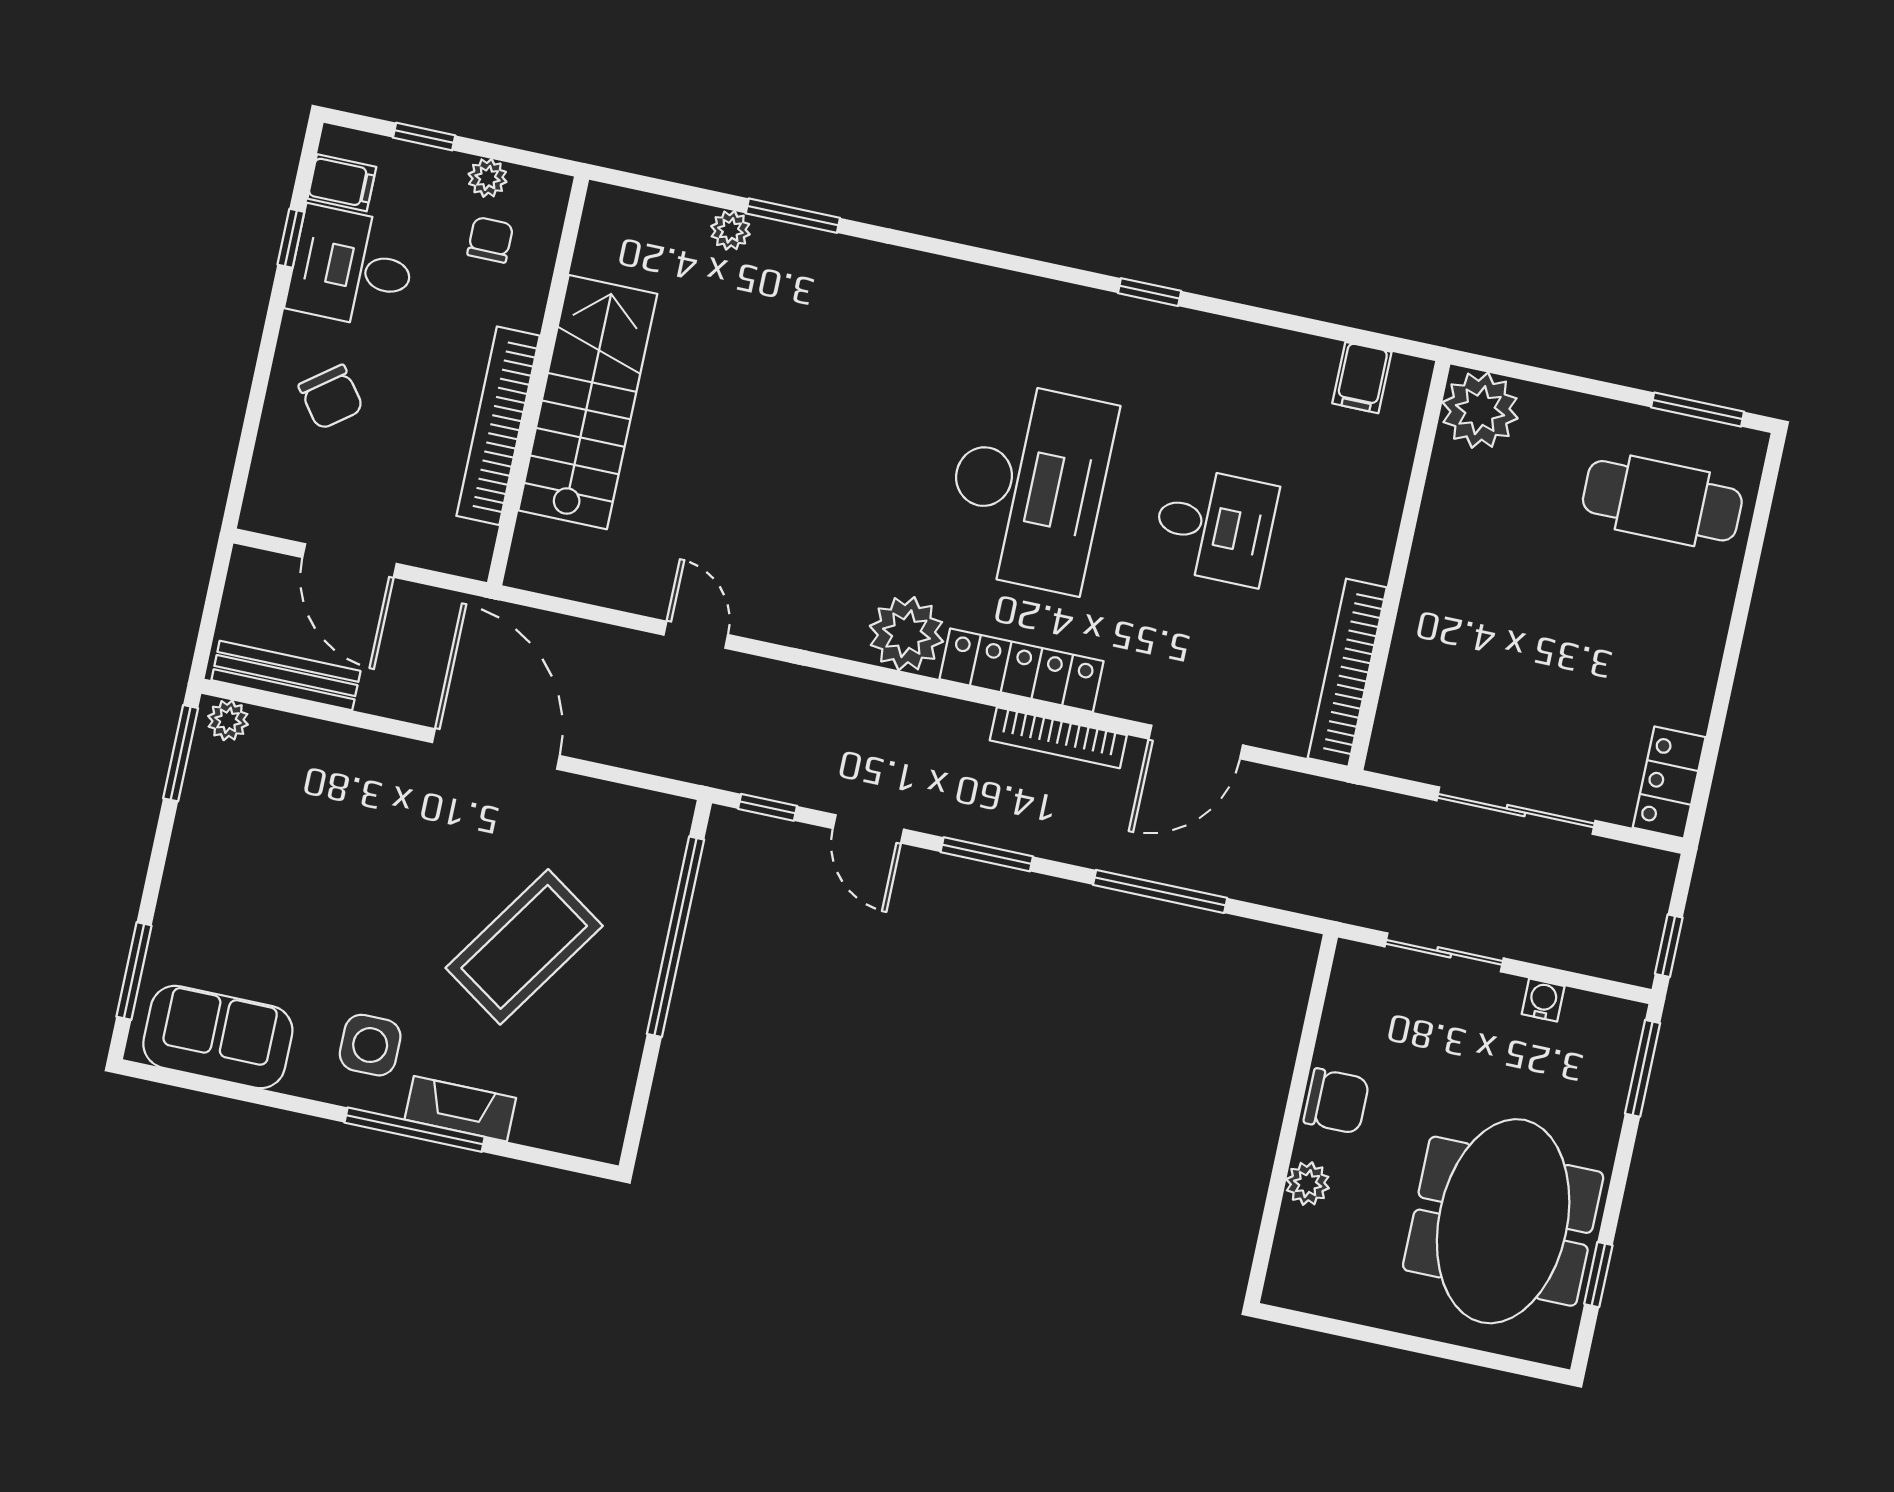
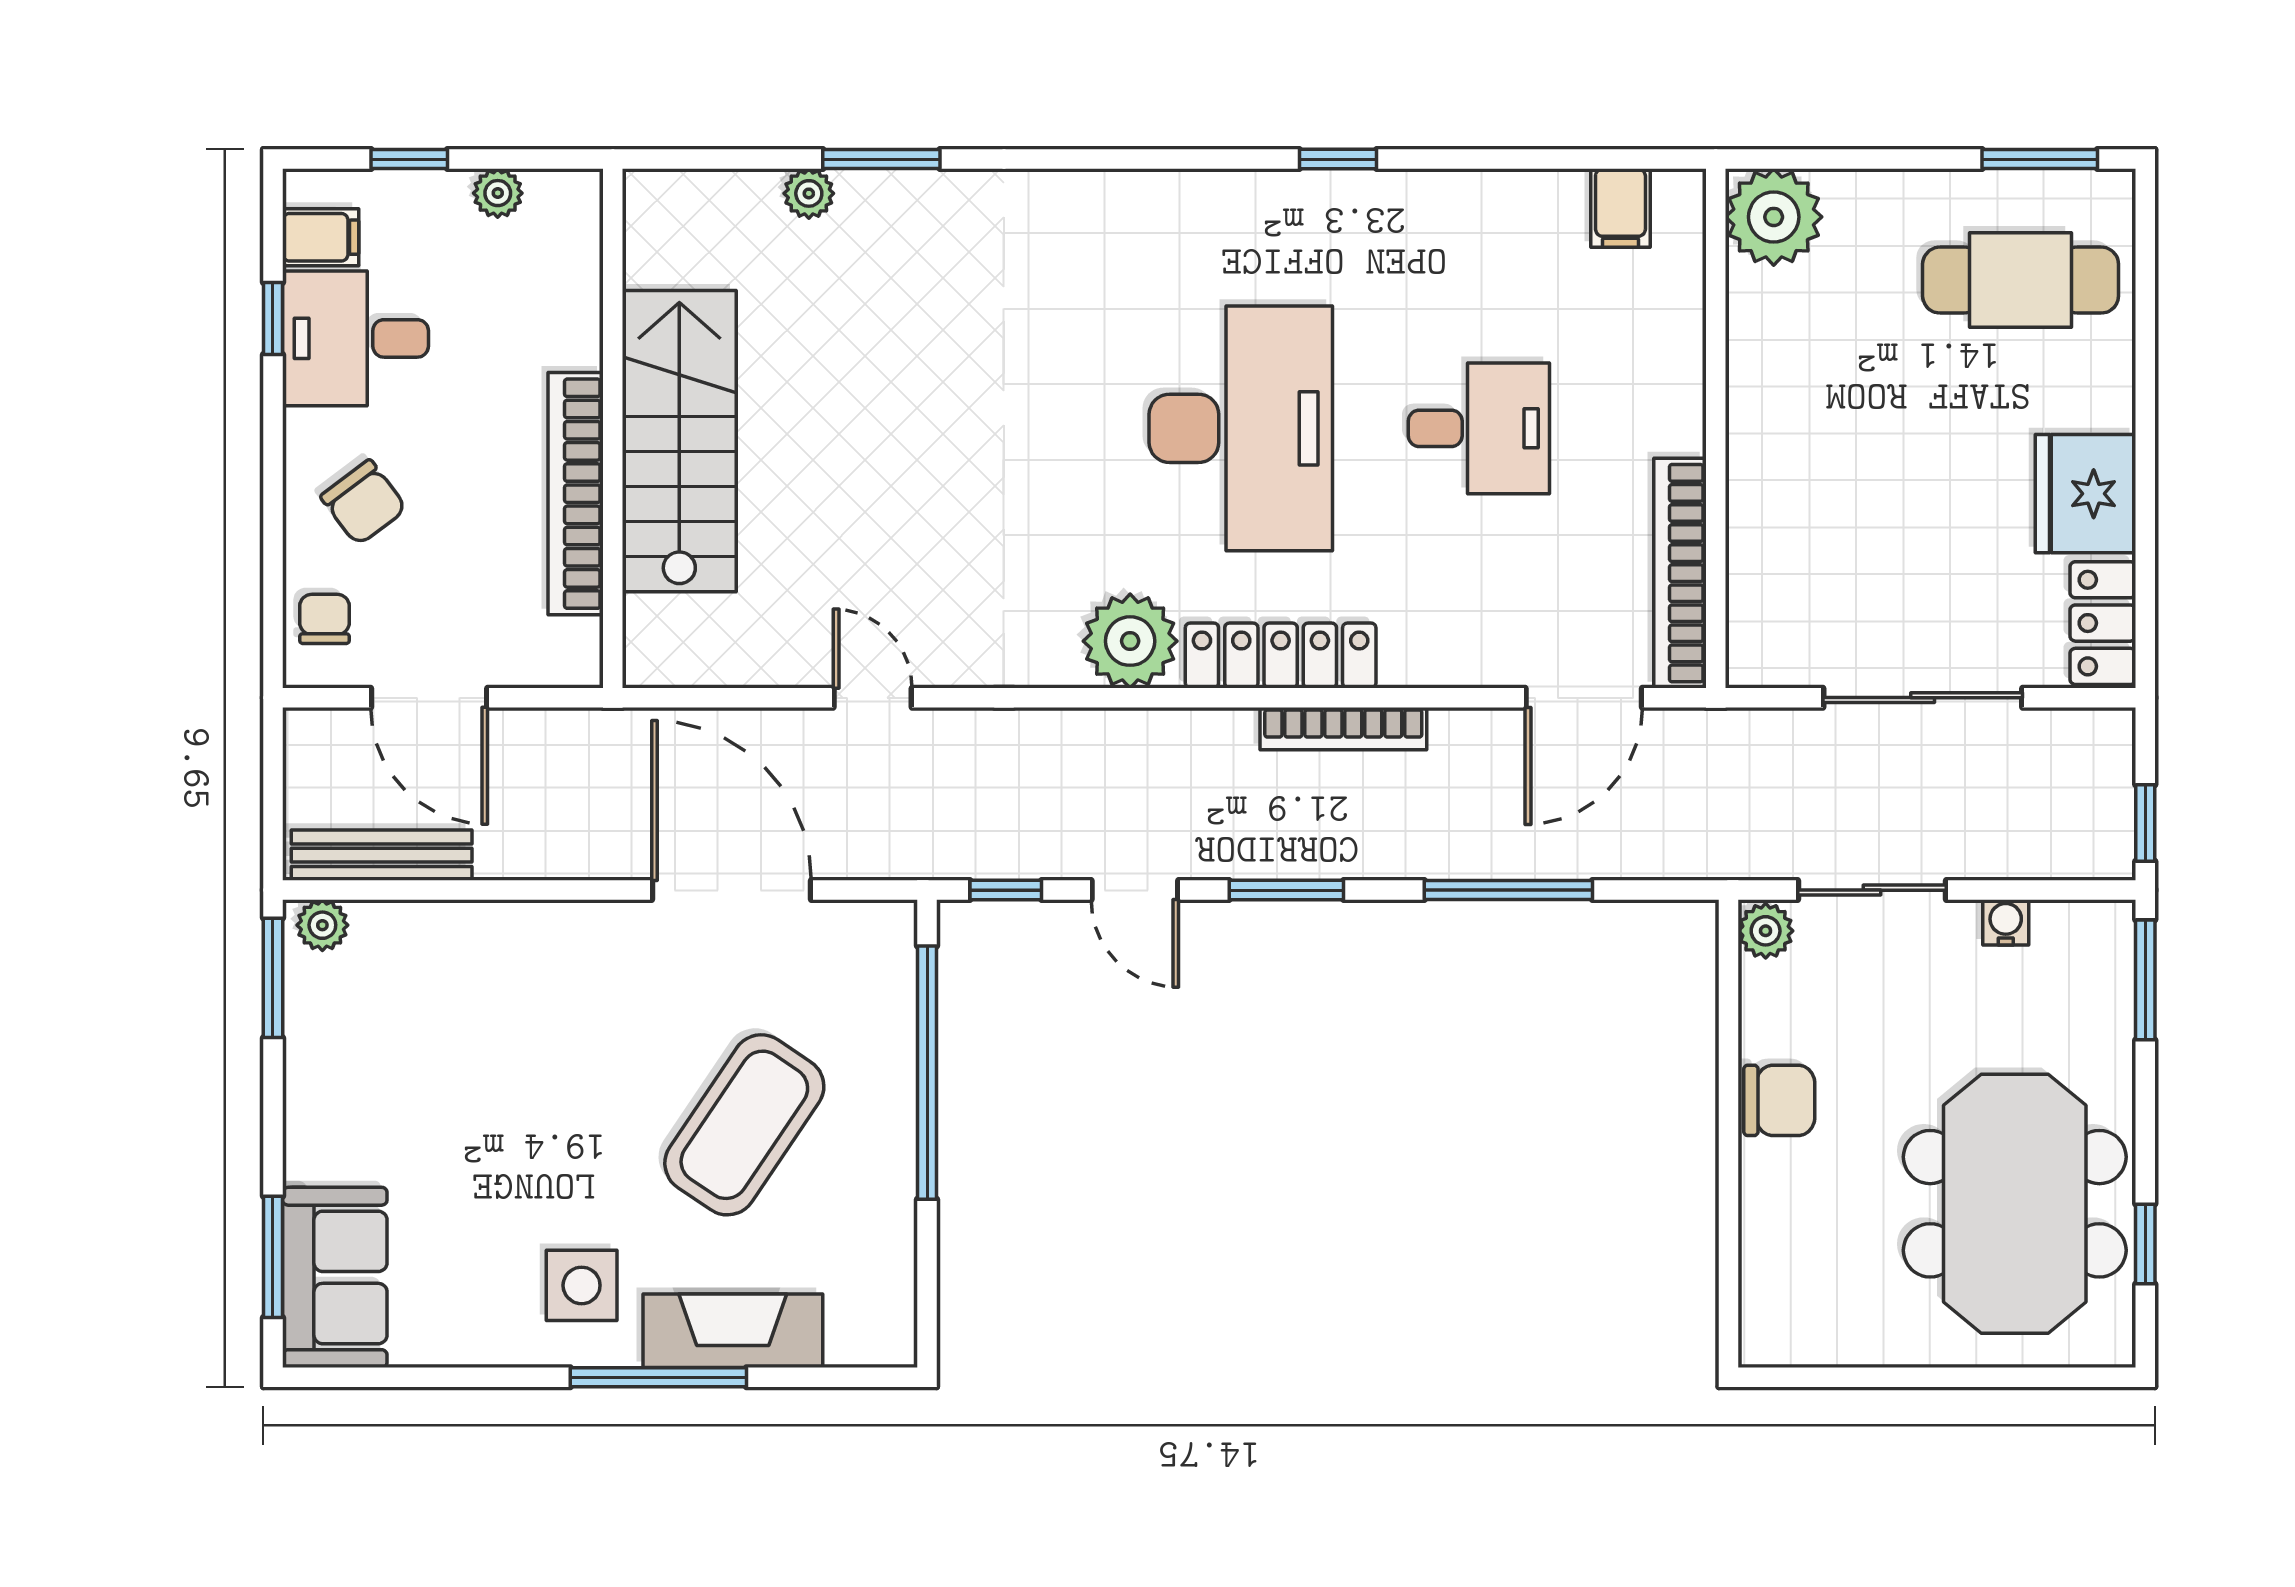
chair: (490, 240) -> (325, 619), moved
fridge: (1677, 679) -> (2086, 494), added
door: (1196, 742) -> (1584, 698), moved
door: (496, 749) -> (731, 890), moved
sofa: (218, 1037) -> (335, 1277), moved, turned 90
fireplace: (460, 1109) -> (733, 1331), width x1.37, depth x1.32
plant: (1308, 1184) -> (1766, 931), moved

